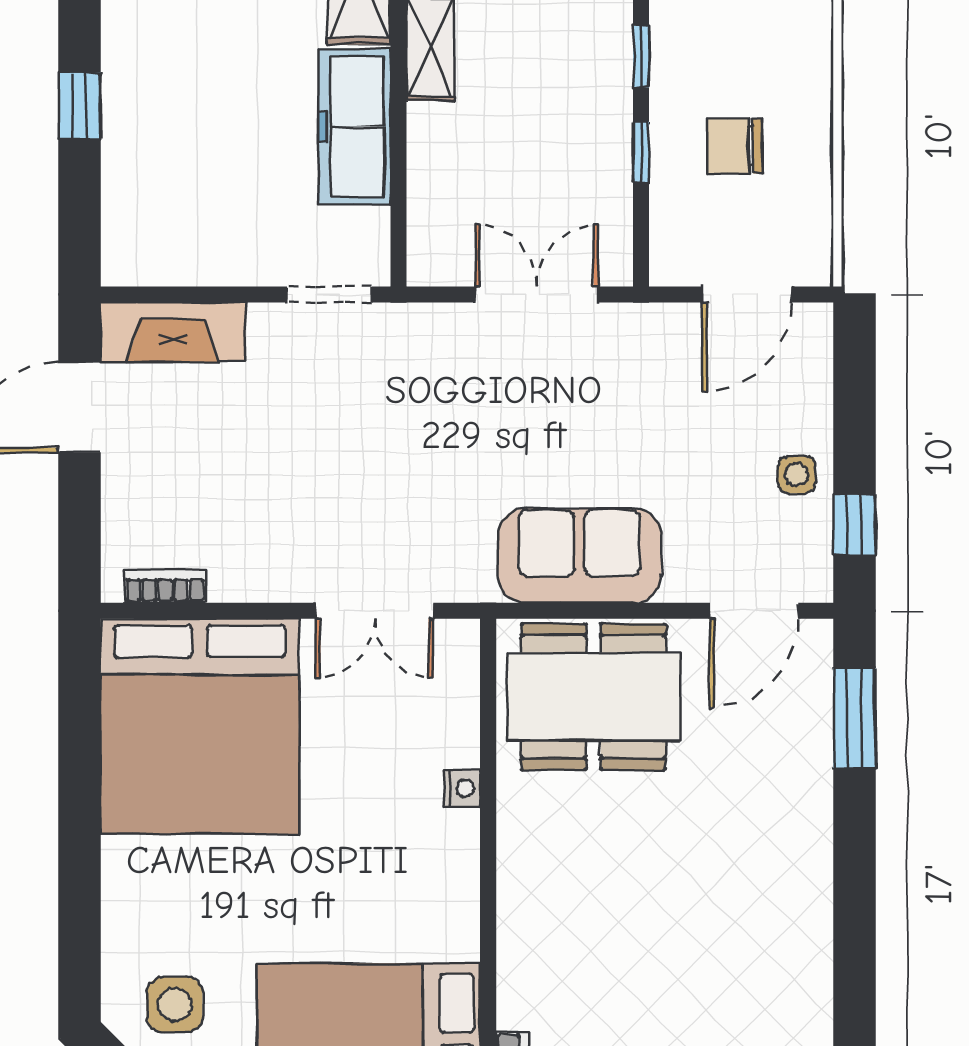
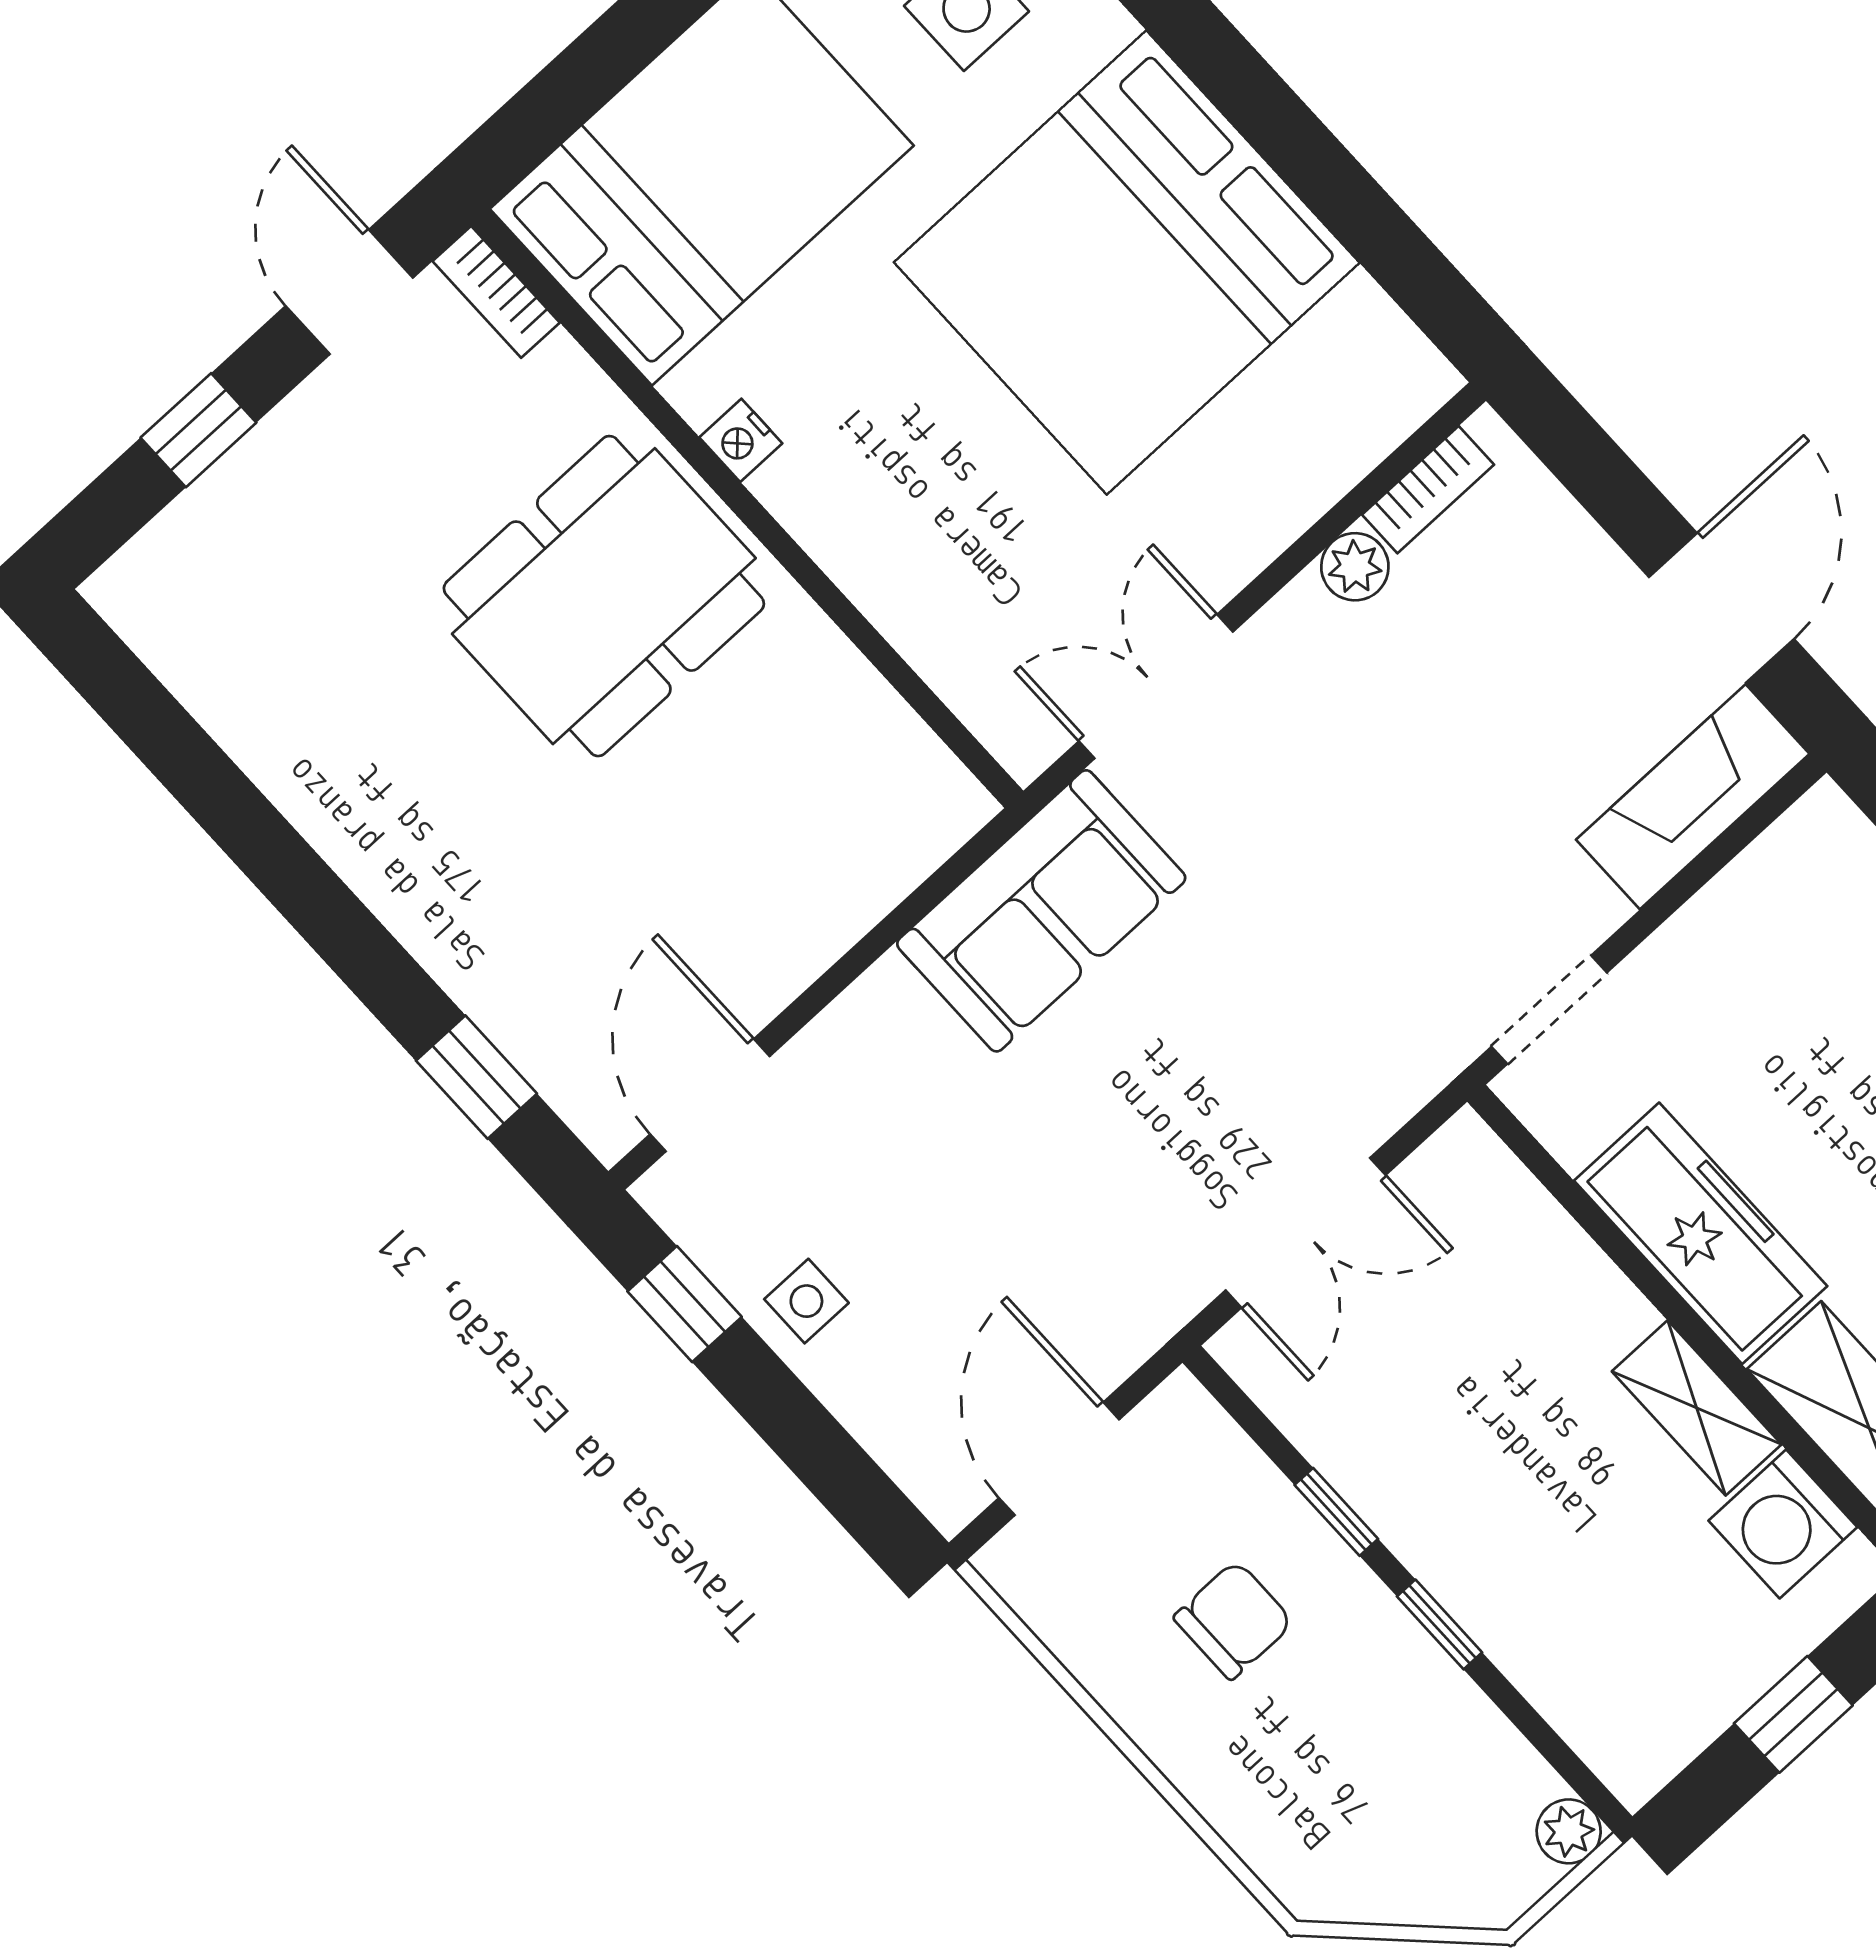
sofa: (579, 555) -> (1041, 911), moved
plant: (232, 582) -> (1355, 567), added
dining table: (593, 697) -> (604, 596), moved
window: (854, 718) -> (476, 1077), width x0.67
bed: (200, 726) -> (1127, 262), moved, turned -90
nightstand: (462, 788) -> (741, 440), moved

